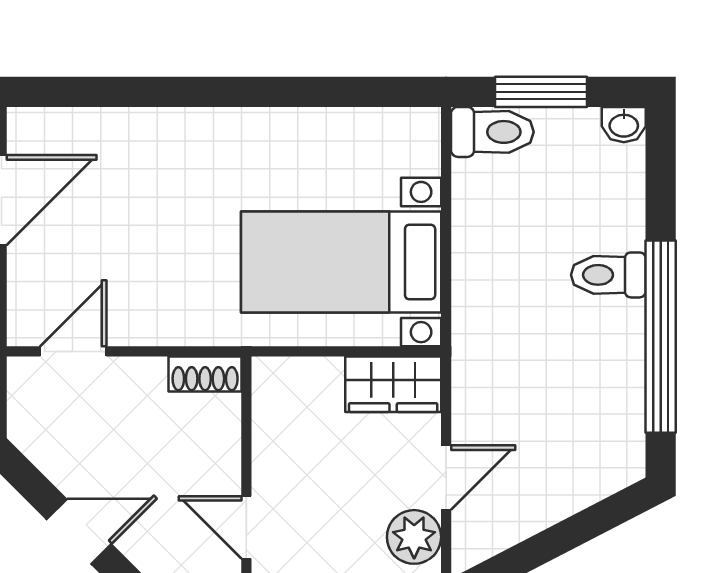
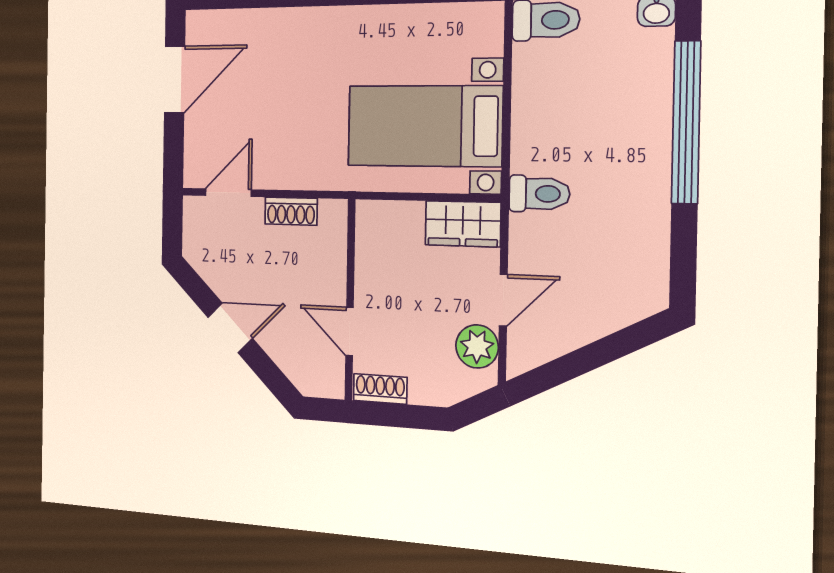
toilet: (608, 275) -> (539, 194), moved, turned 180
window: (661, 337) -> (686, 122), moved
shoe rack: (205, 374) -> (291, 211), moved

